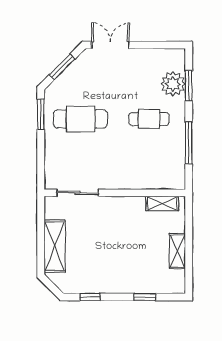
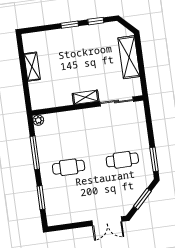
plant: (173, 84) -> (38, 120), moved, width x0.53, depth x0.53
cafe table: (80, 119) -> (122, 160), width x0.73, depth x0.74
shelving: (162, 203) -> (86, 97), moved
window: (145, 297) -> (70, 25), moved

